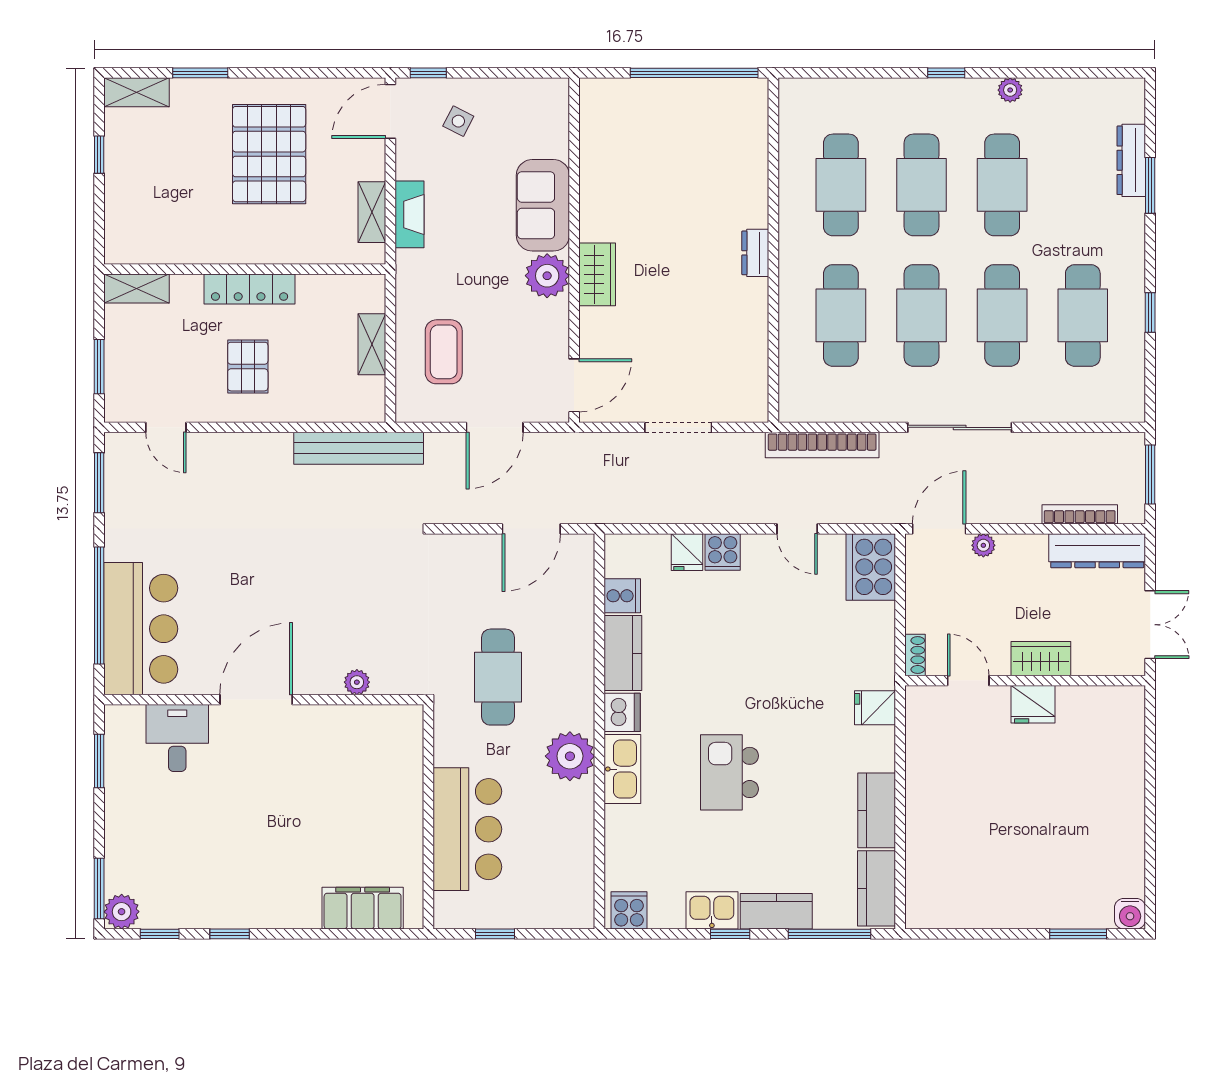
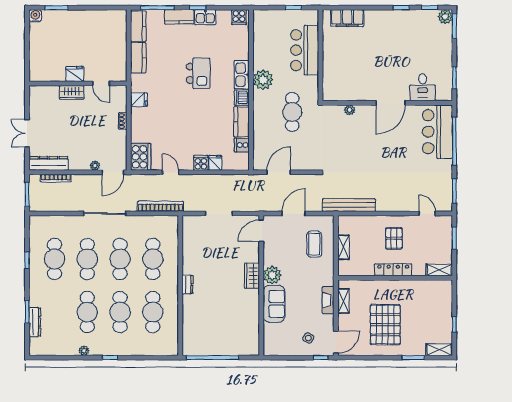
wardrobe: (1041, 659) -> (72, 92), moved
door: (968, 681) -> (101, 84), moved
wall: (1025, 681) -> (78, 84), moved
fridge: (1033, 704) -> (75, 74), moved

